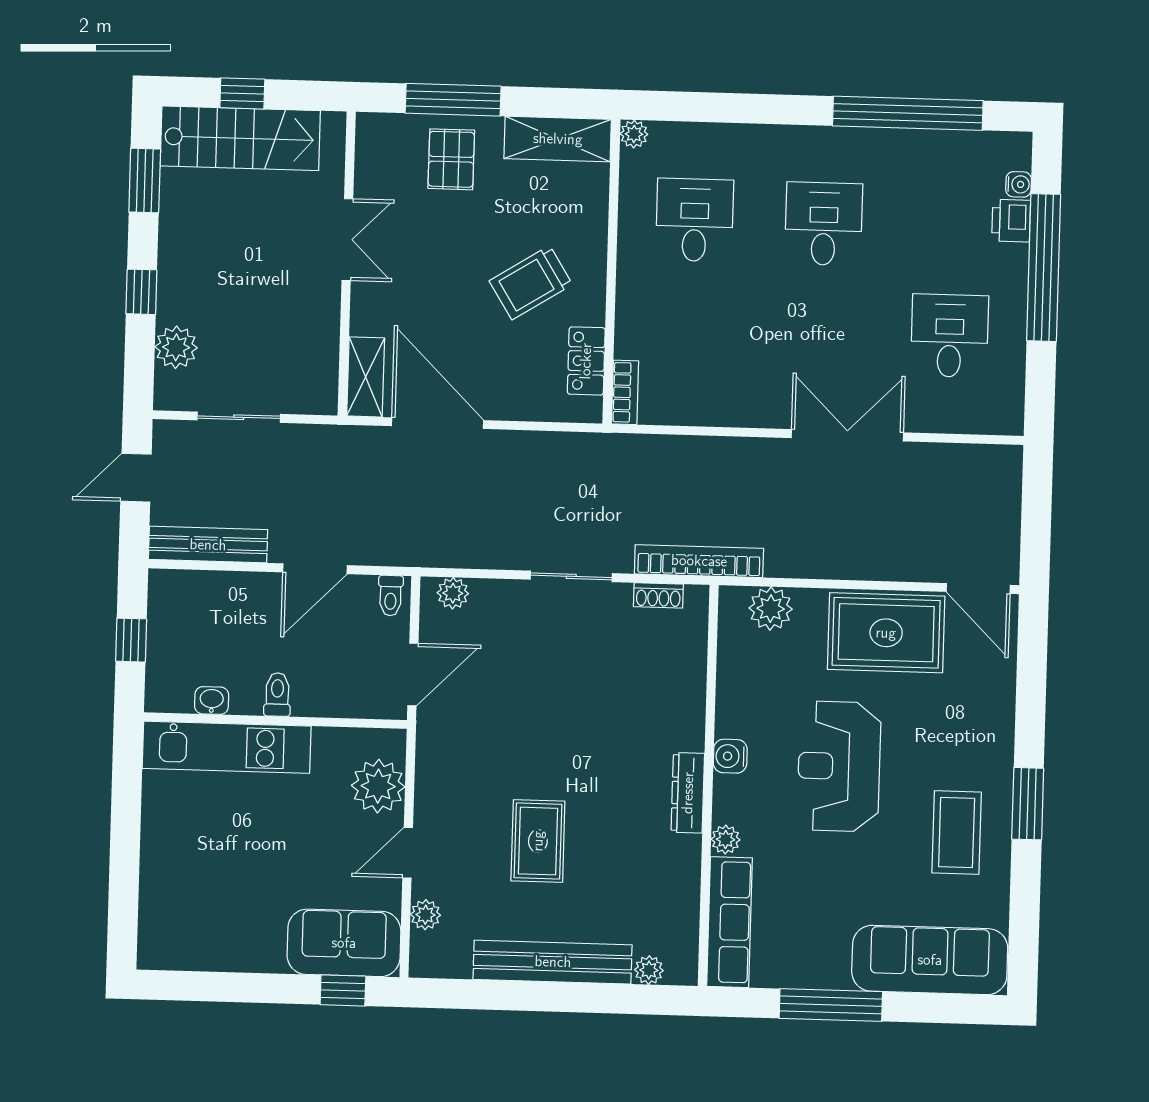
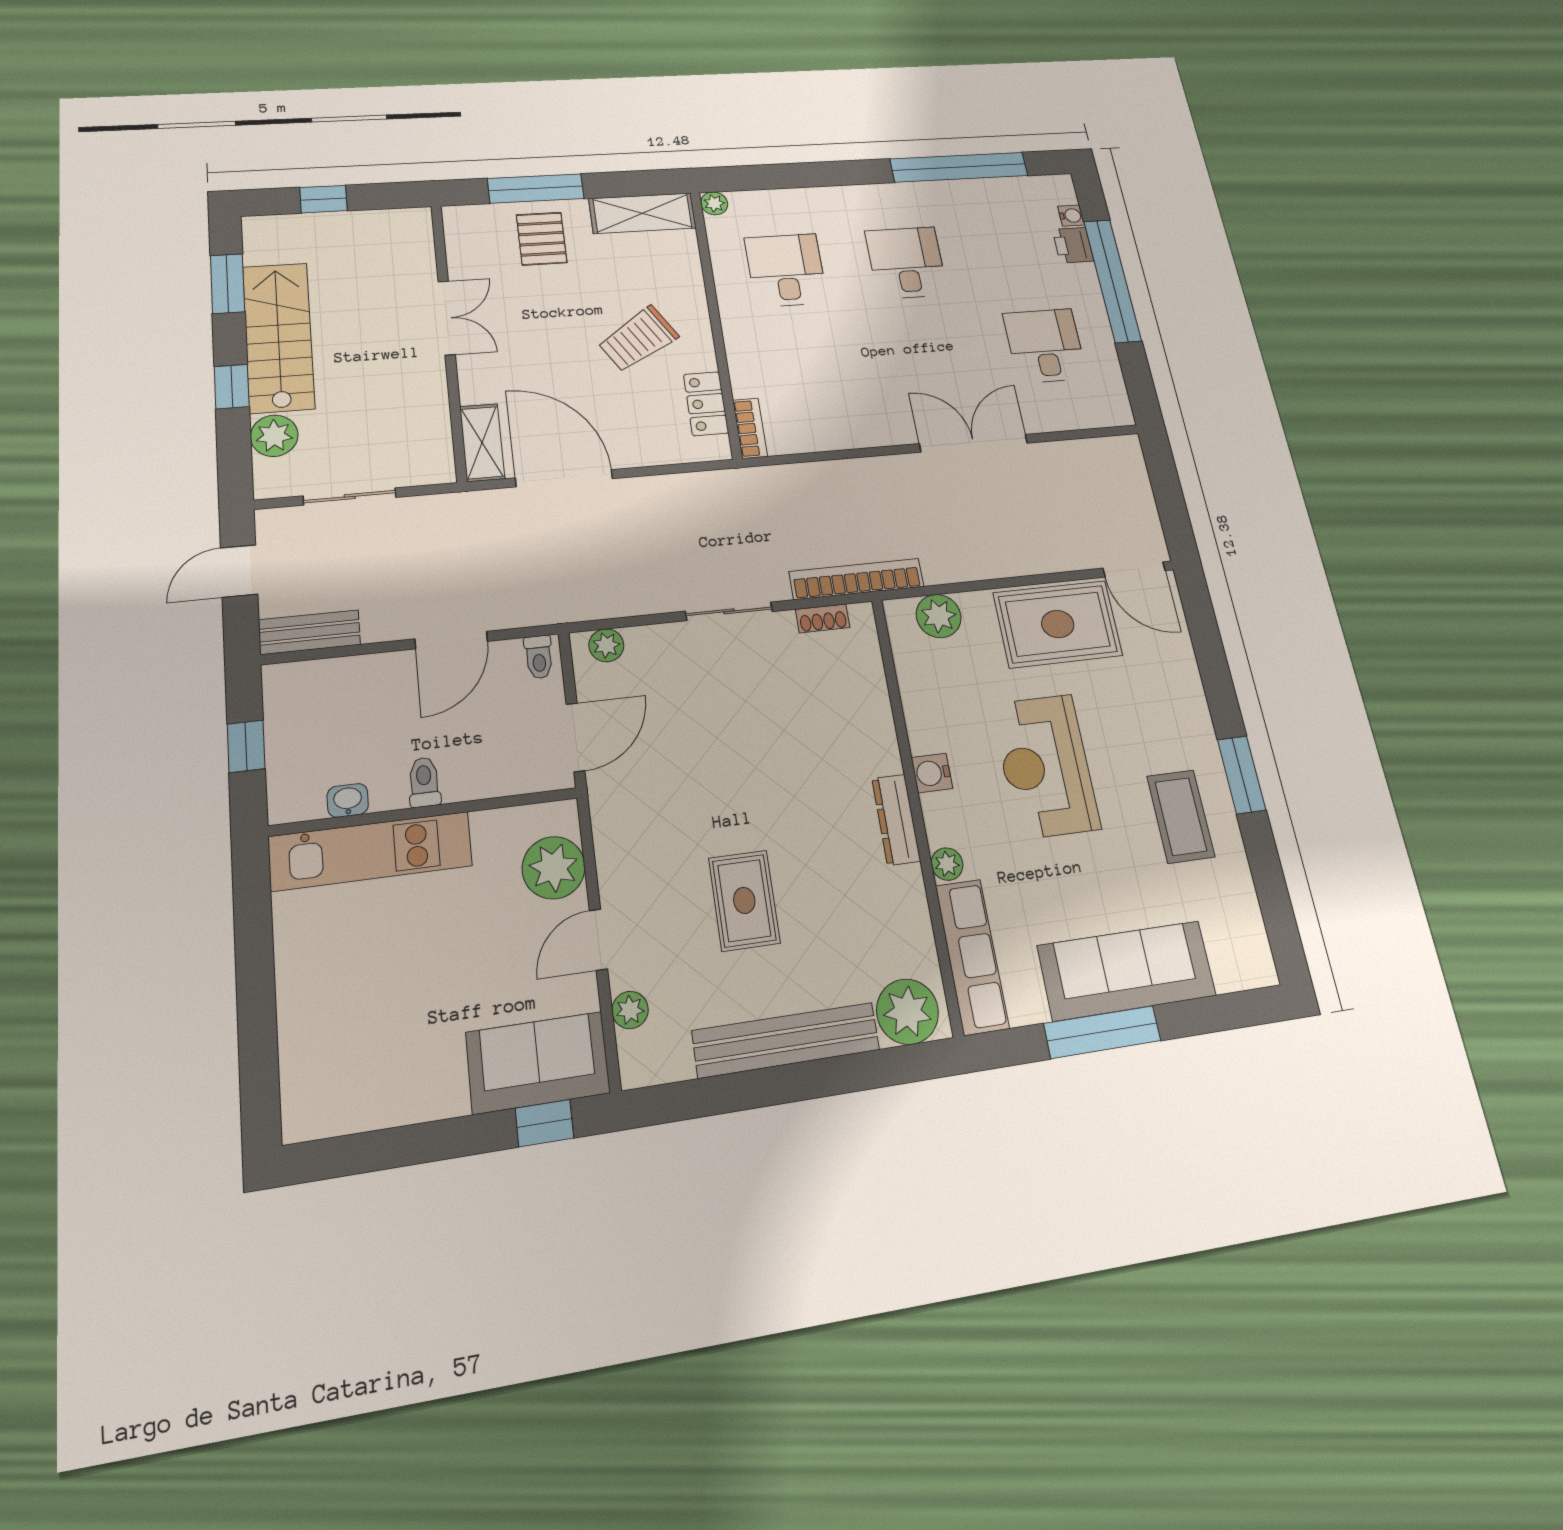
stairs: (240, 138) -> (279, 337), moved, turned -90
bench: (208, 545) -> (310, 632), width x0.73
sofa: (930, 960) -> (1127, 971), moved
plant: (649, 970) -> (908, 1012), width x1.88, depth x1.88

